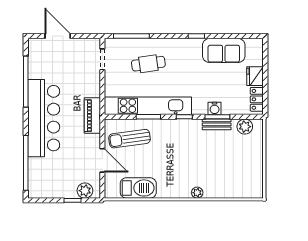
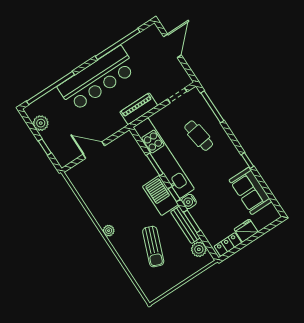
water cooler: (215, 108) -> (189, 201), moved
piano: (92, 116) -> (139, 109), moved
bench: (217, 124) -> (185, 225), width x1.36
sun lounger: (129, 139) -> (153, 247), moved, turned -151
door: (102, 160) -> (94, 150), swing flipped
barbecue: (138, 188) -> (160, 195), moved, turned 180
plant: (85, 191) -> (41, 123), moved
plant: (197, 193) -> (109, 231), moved

